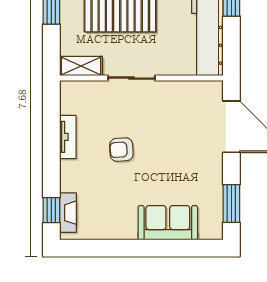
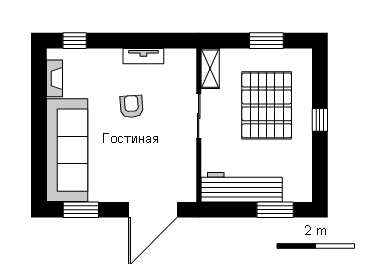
fireplace: (68, 213) -> (55, 78), moved, turned -90
sofa: (168, 223) -> (67, 150), width x1.85, depth x1.27

